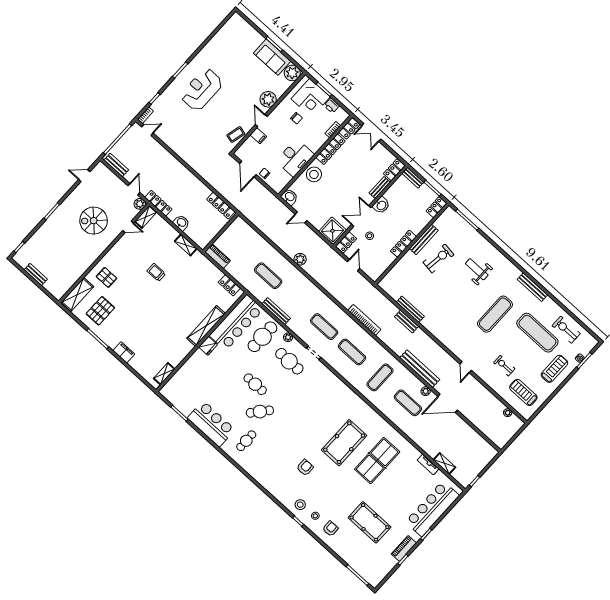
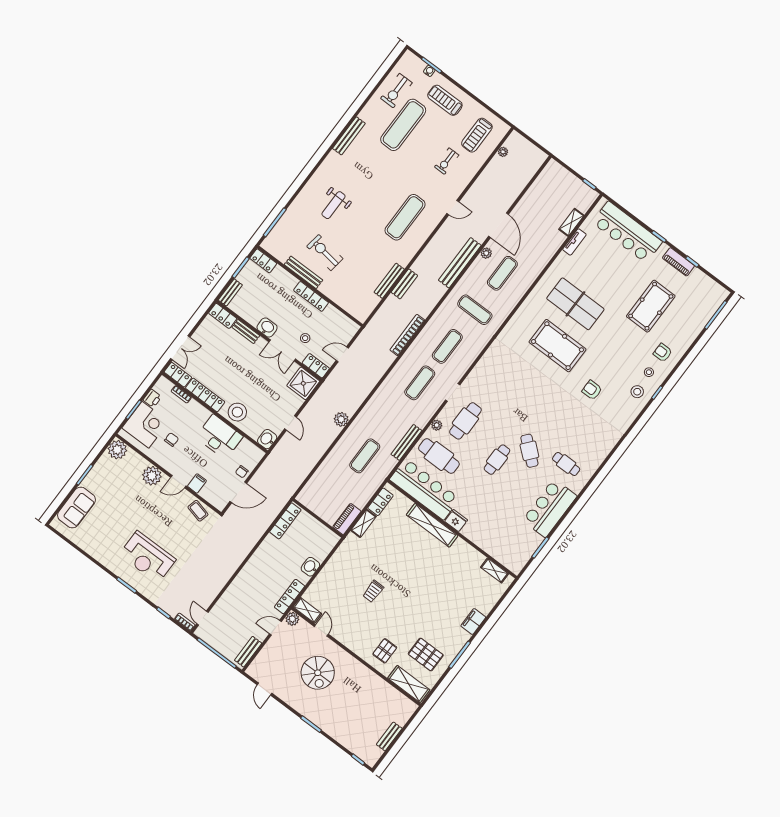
sofa: (272, 57) -> (77, 508), moved
shelving: (186, 245) -> (363, 523), moved
exercise mat: (495, 314) -> (405, 217), moved, turned 90

